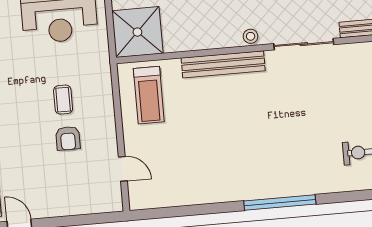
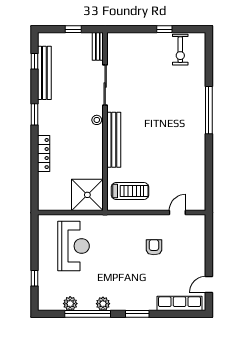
coffee table: (63, 100) -> (128, 248), removed
armchair: (68, 138) -> (154, 247), turned -90

